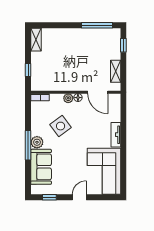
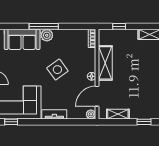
shelving: (65, 84) -> (105, 63), added
plant: (68, 98) -> (91, 114), moved
side table: (61, 126) -> (57, 70), moved
window: (123, 178) -> (11, 122), added

